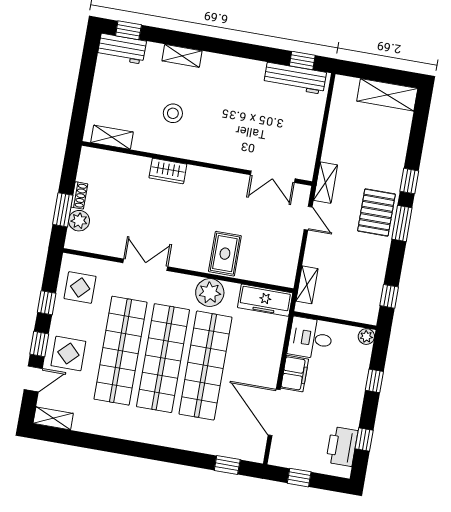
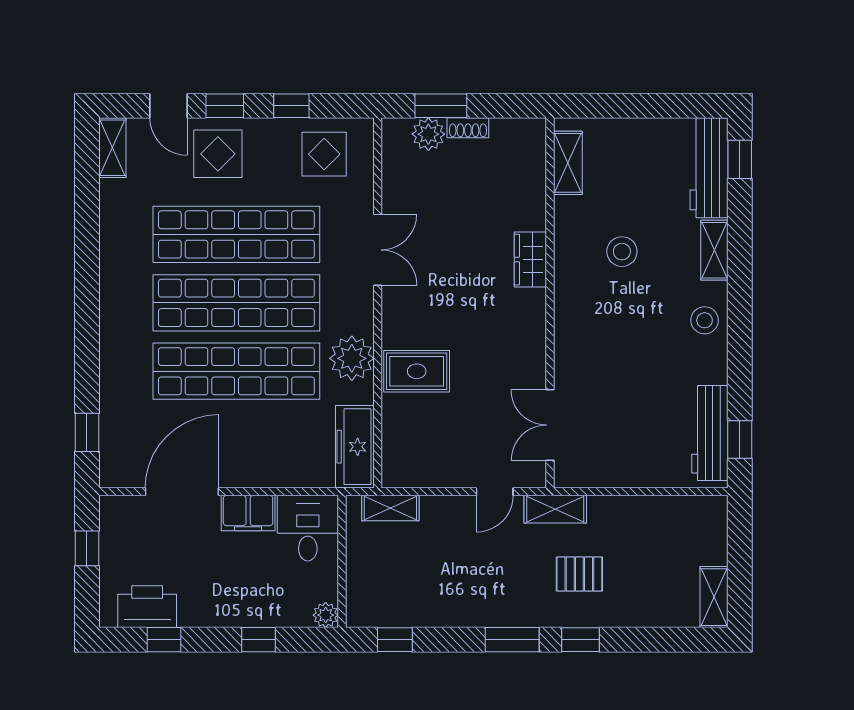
workbench: (122, 49) -> (709, 168), width x1.38
stool: (224, 69) -> (705, 320), added
shelving: (387, 95) -> (714, 597), width x0.67, depth x0.75
pallet: (376, 213) -> (579, 574), moved, width x0.67, depth x0.71

